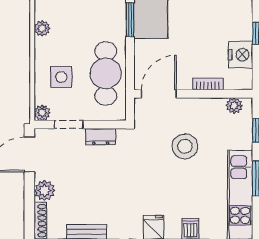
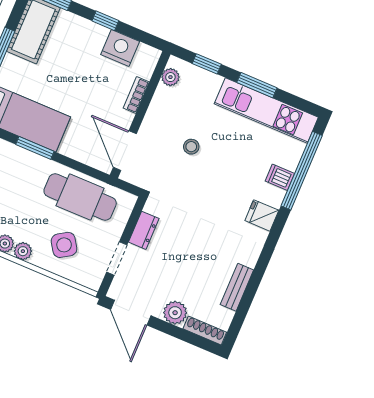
side table: (61, 77) -> (64, 245), turned -33
plant: (42, 113) -> (23, 251), moved
stool: (185, 146) -> (191, 147), width x0.53, depth x0.53

